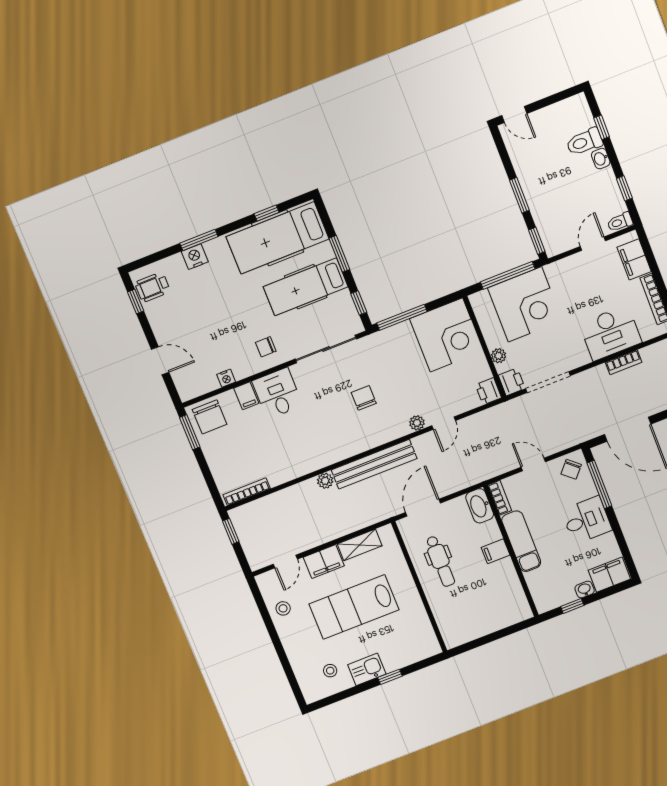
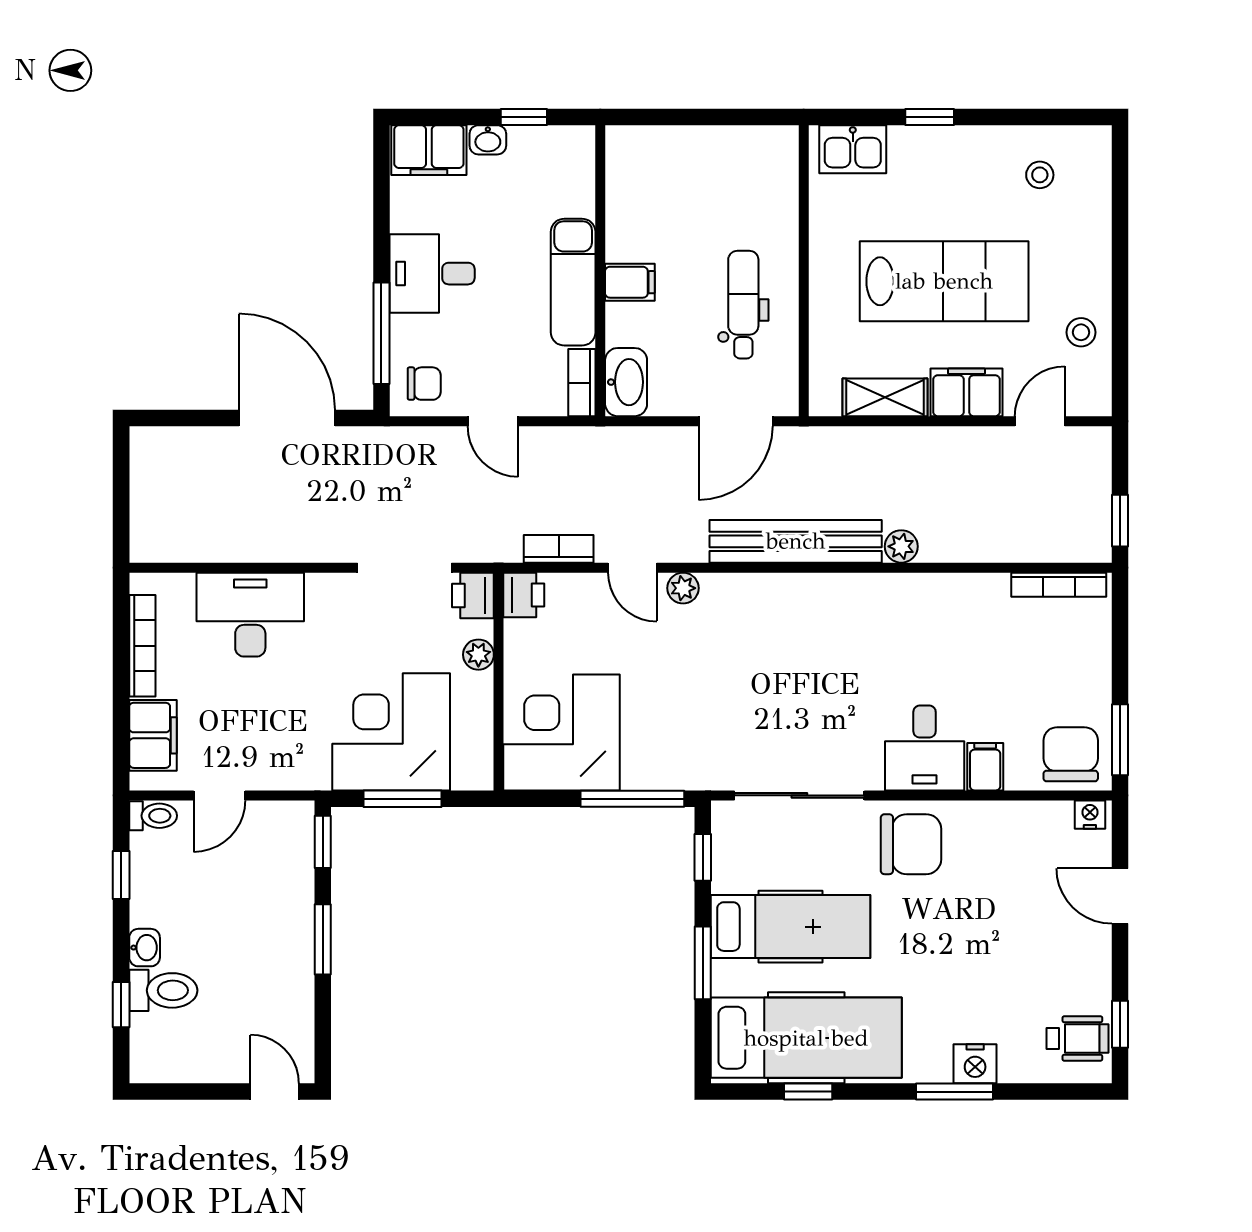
window: (508, 275) -> (403, 799), width x0.69
chair: (266, 347) -> (911, 844), width x1.87, depth x1.87
bookcase: (624, 362) -> (559, 549), moved
nightstand: (226, 378) -> (1090, 815), moved
chair: (364, 398) -> (765, 675), removed
door: (444, 423) -> (632, 568), swing flipped
chair: (571, 469) -> (424, 384), turned 49
kitchen sink: (367, 669) -> (853, 149), moved

